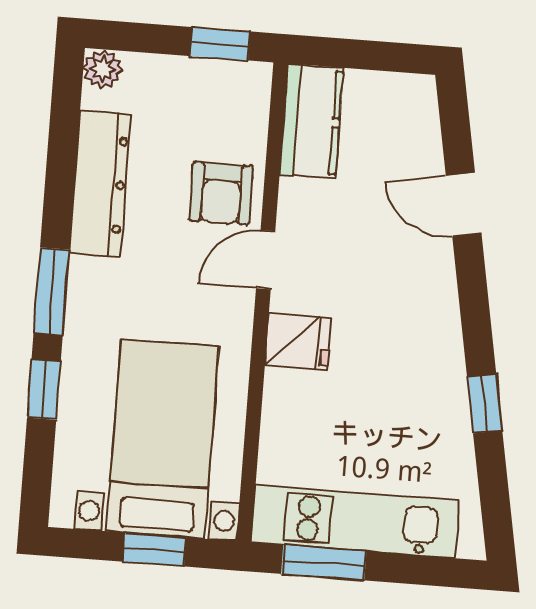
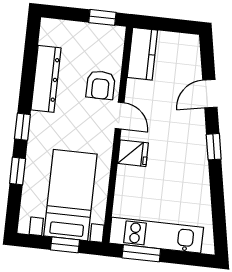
plant: (103, 69) -> (49, 27), removed
door: (464, 204) -> (210, 94), hinge flipped
door: (266, 260) -> (120, 116), swing flipped
window: (51, 291) -> (22, 127), width x0.67
window: (485, 404) -> (214, 147), moved

